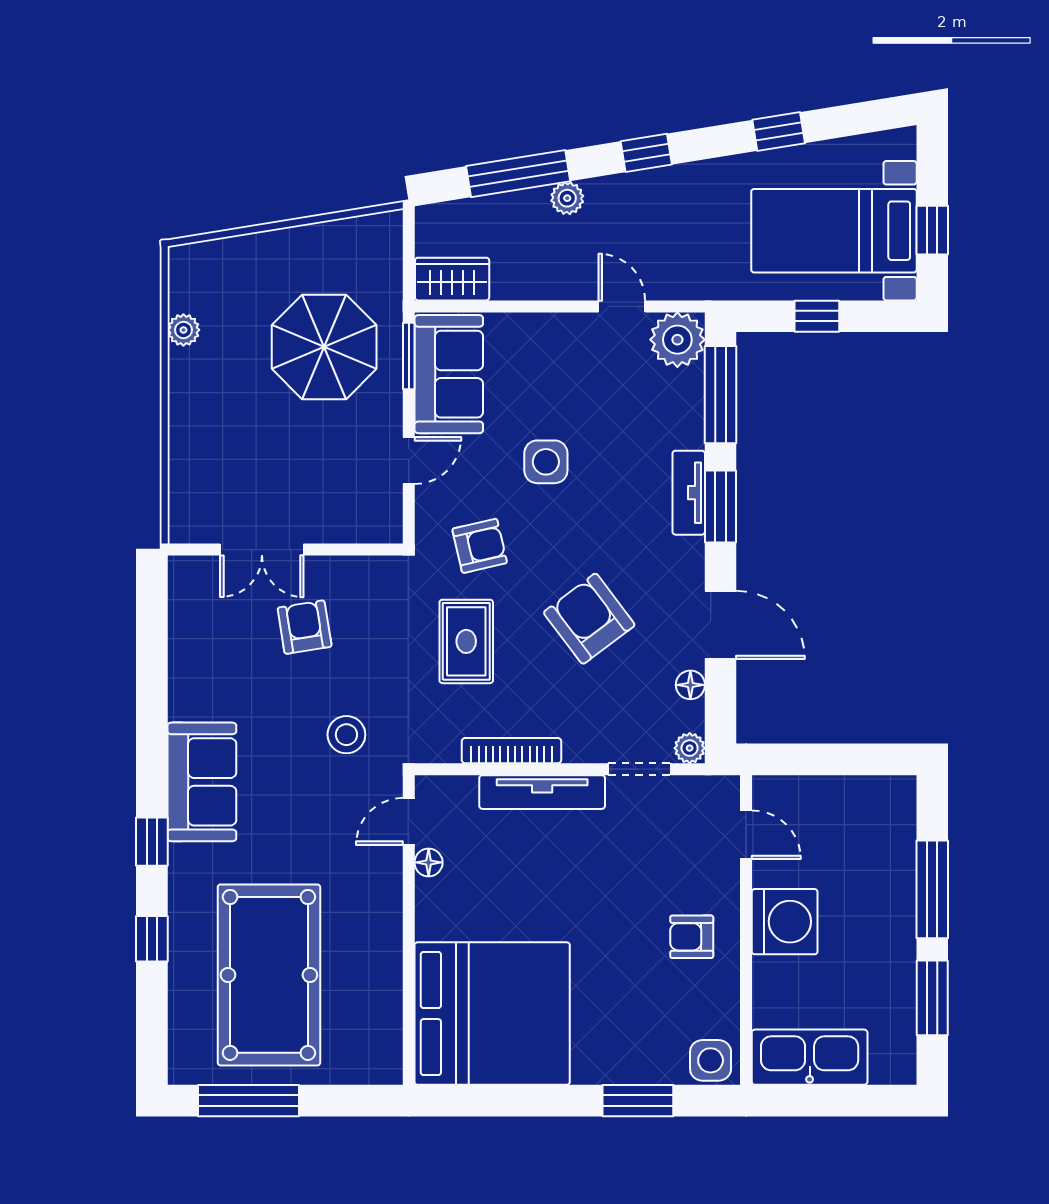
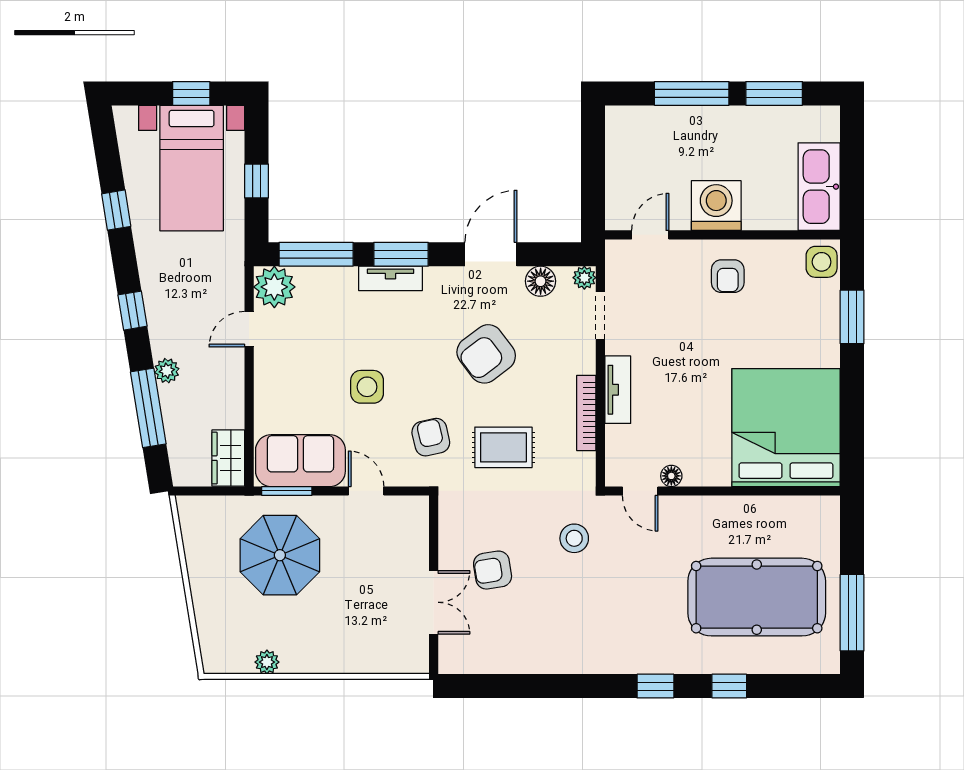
floor lamp: (690, 685) -> (541, 281), width x1.37, depth x1.37
sofa: (202, 782) -> (610, 648), removed
tv unit: (542, 792) -> (618, 390), width x0.71

